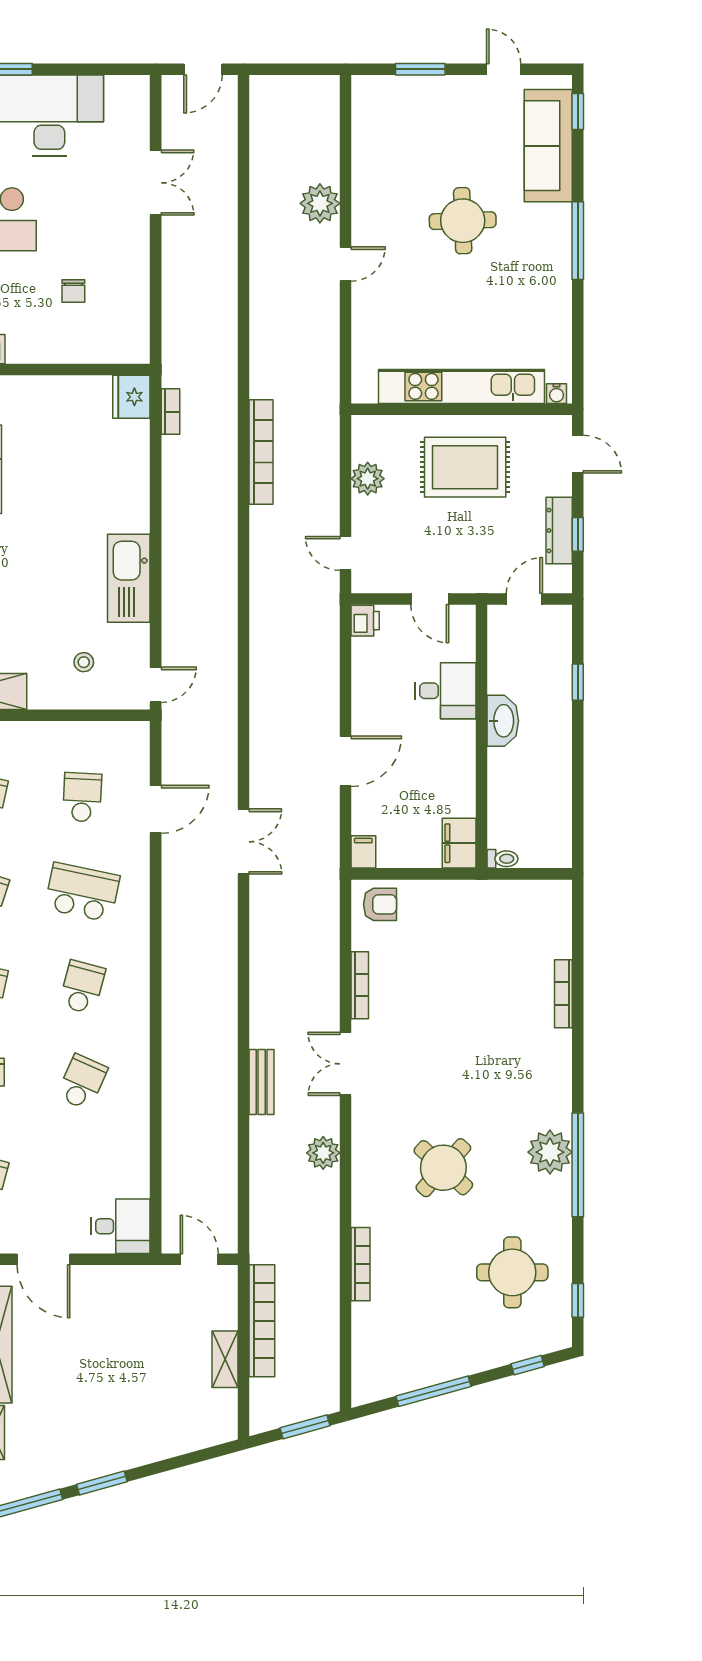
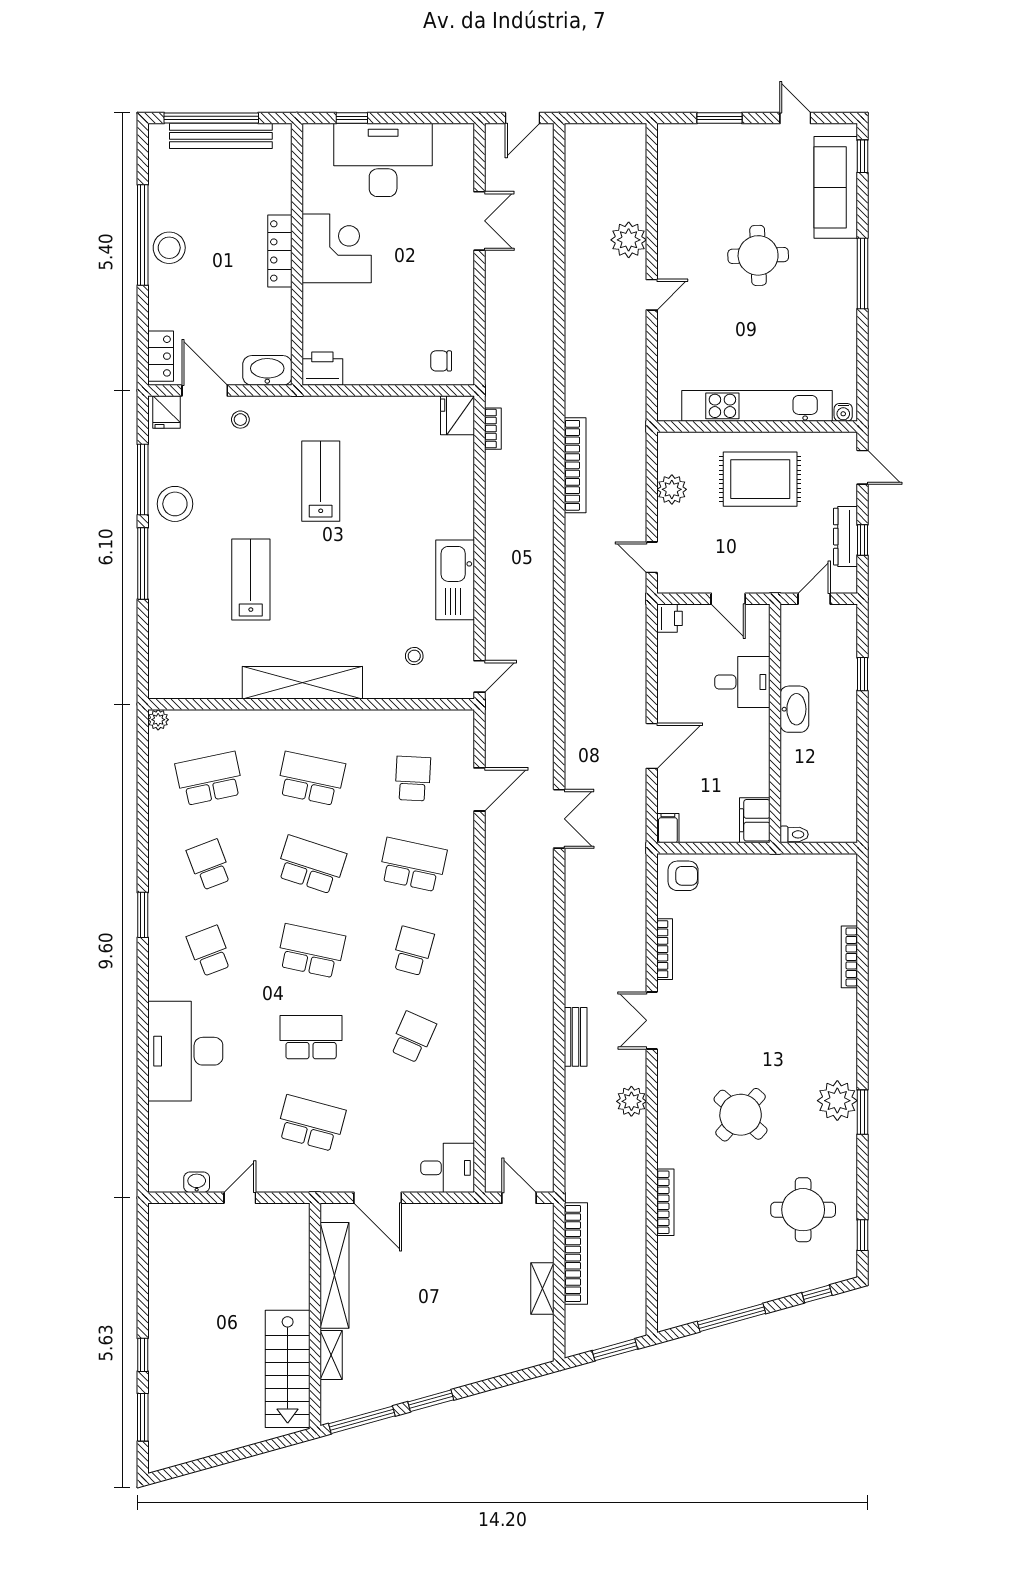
chair: (73, 291) -> (441, 361), moved, turned 90
window: (578, 1165) -> (862, 1112), width x0.47

